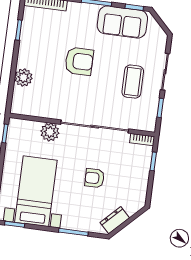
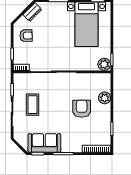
armchair: (79, 61) -> (82, 109), moved, turned 90
plant: (50, 132) -> (104, 64), moved
armchair: (95, 178) -> (26, 36), moved

